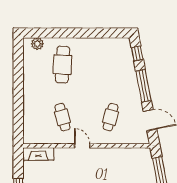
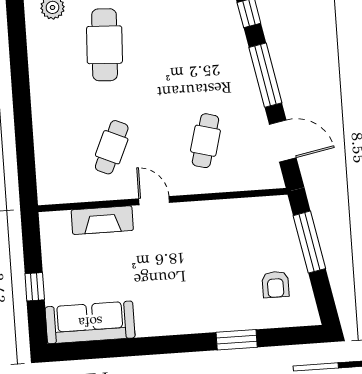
cafe table: (62, 117) -> (112, 147), turned 39
fireplace: (38, 154) -> (102, 220), moved

